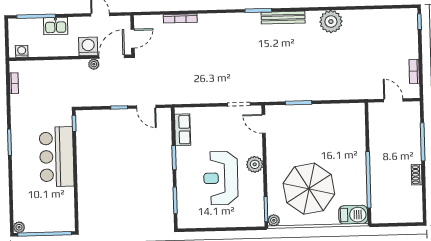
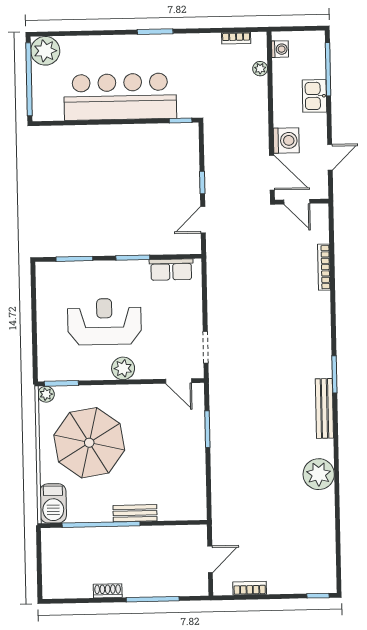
plant: (94, 64) -> (260, 69), moved
door: (264, 124) -> (179, 381), swing flipped
bench: (360, 155) -> (135, 513), added
bar counter: (57, 157) -> (120, 97), width x1.36
plant: (19, 227) -> (45, 51), width x1.88, depth x1.88

